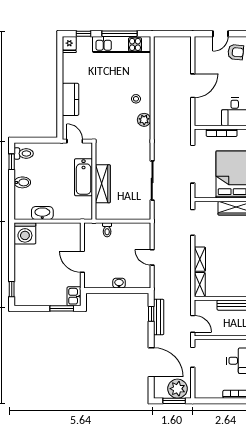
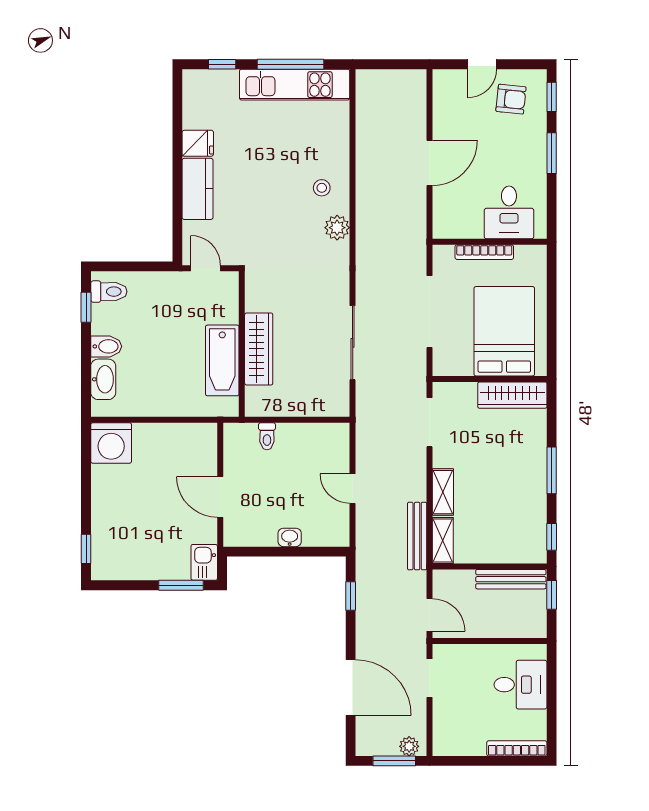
fridge: (69, 44) -> (198, 143), moved, turned -90
bathtub: (84, 177) -> (222, 360), moved
washbasin: (42, 213) -> (103, 379), moved, turned 90
bench: (159, 317) -> (417, 536), moved
plant: (177, 389) -> (409, 746), width x0.53, depth x0.53

